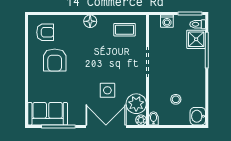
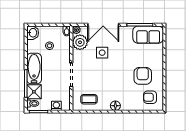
bathtub: (196, 70) -> (34, 69), added

